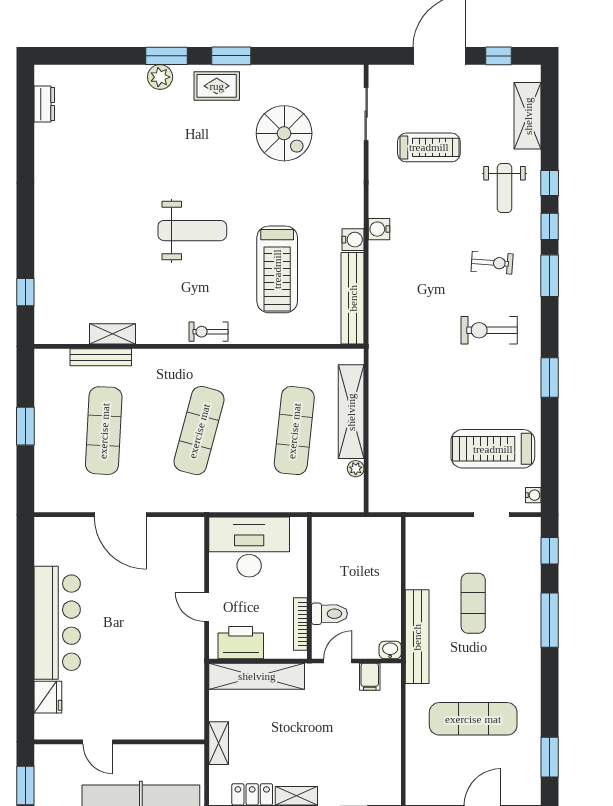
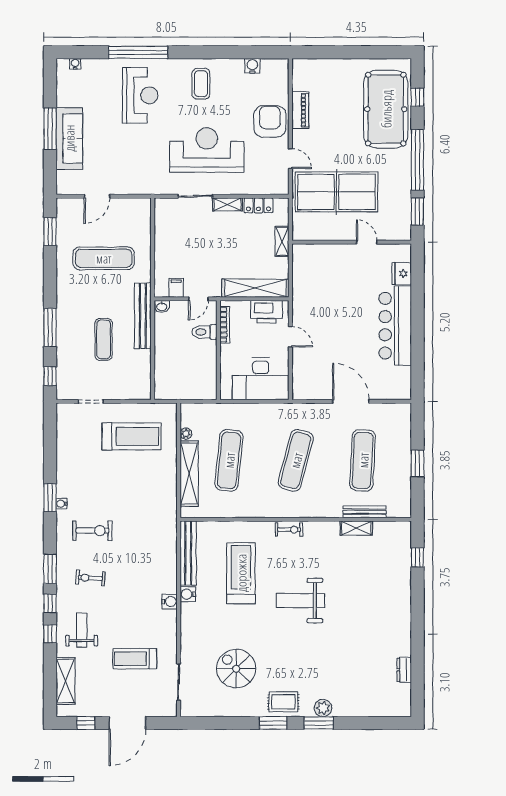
dresser: (44, 104) -> (404, 670), moved
treadmill: (493, 449) -> (131, 436), moved
water cooler: (533, 495) -> (62, 504), moved

